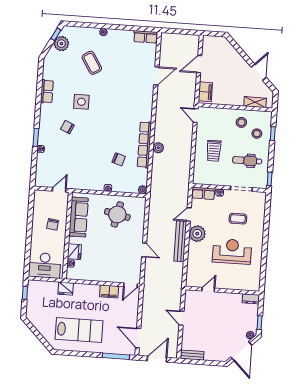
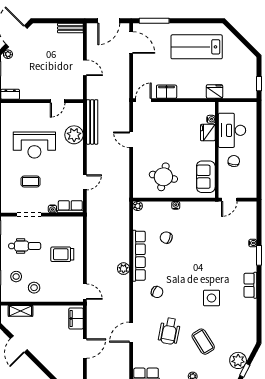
wheelchair: (122, 74) -> (169, 331), added
row of seats: (47, 91) -> (250, 285), moved
chair: (67, 127) -> (157, 292), moved
plant: (158, 148) -> (123, 269), moved
trolley: (214, 151) -> (62, 254), turned -90
sofa: (79, 217) -> (206, 177), width x0.73
plant: (197, 234) -> (74, 135), moved
bench: (180, 241) -> (92, 122), moved
desk: (45, 265) -> (232, 130), moved, turned -90

